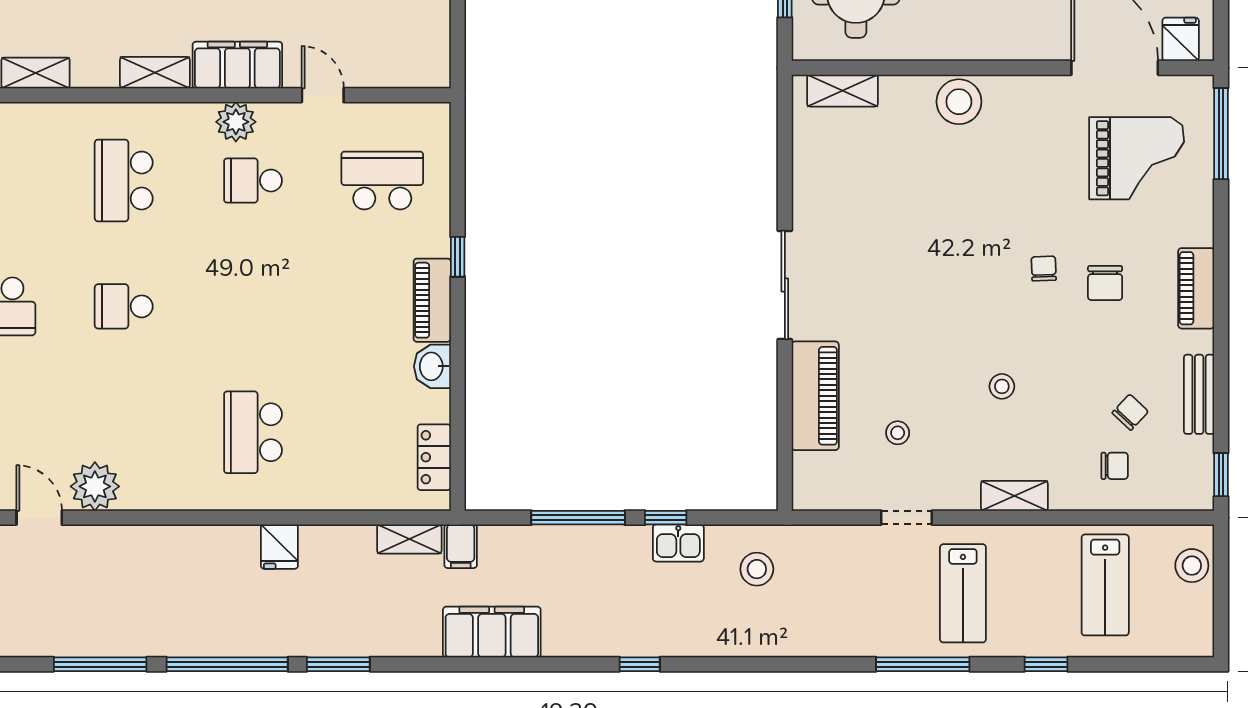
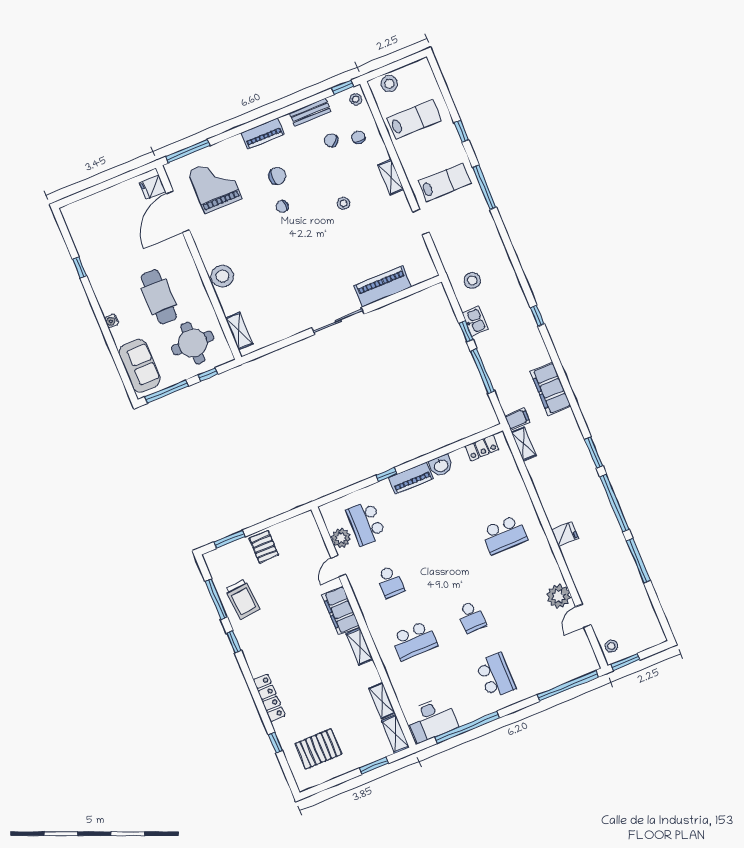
plant: (236, 122) -> (341, 538), moved
stool: (898, 433) -> (356, 99), moved
fridge: (279, 547) -> (565, 534), moved

